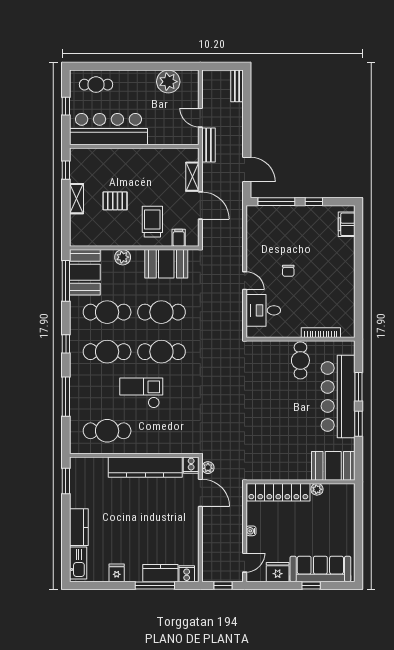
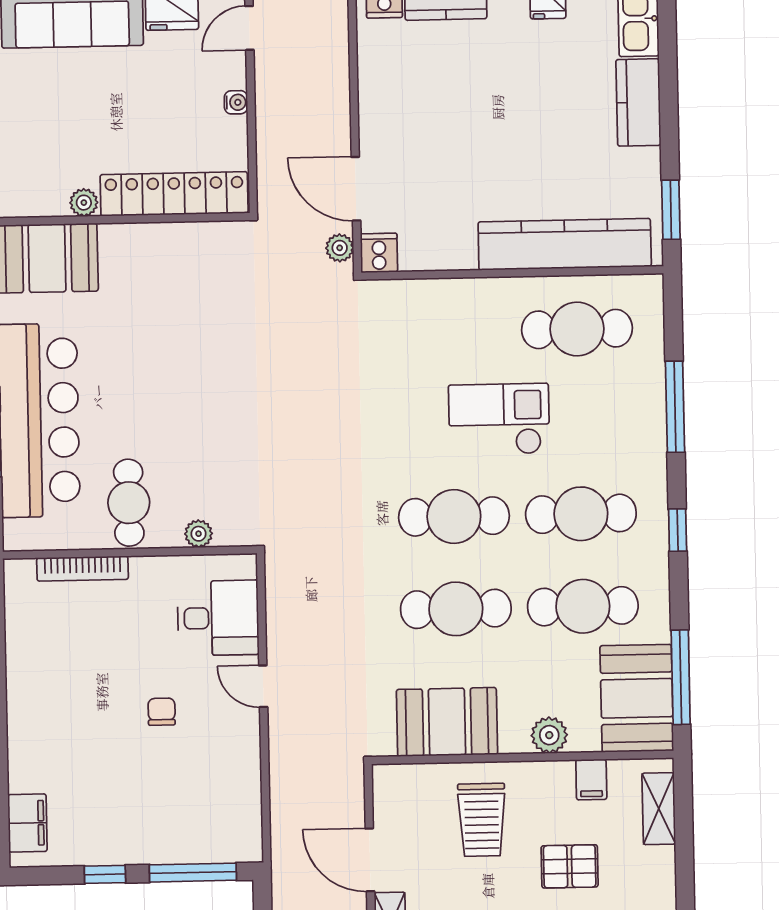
shelving: (76, 199) -> (659, 809), moved
filing cabinet: (179, 238) -> (591, 780), moved
plant: (271, 347) -> (199, 534), added
checkout: (141, 393) -> (499, 419), turned 180
kitchen counter: (145, 467) -> (565, 244), moved

